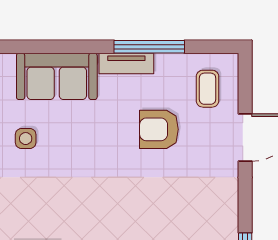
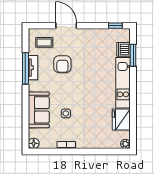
tv unit: (126, 63) -> (33, 68), moved
side table: (26, 139) -> (66, 113), moved

